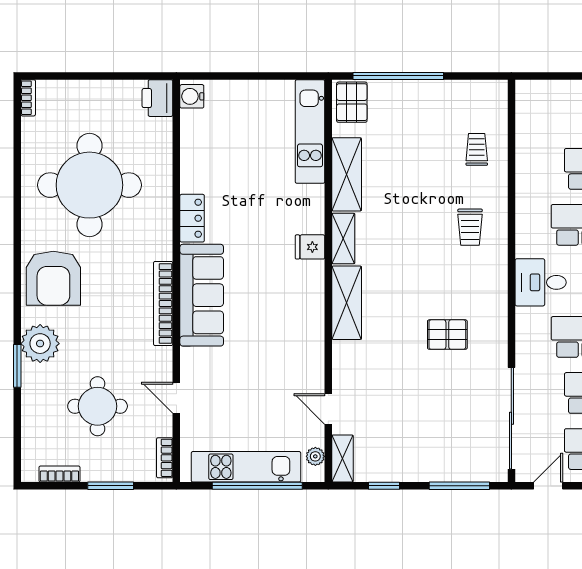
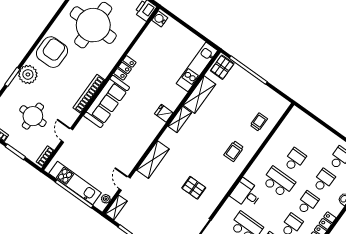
armchair: (53, 278) -> (52, 52), turned 180
shelving: (347, 303) -> (153, 160), moved

